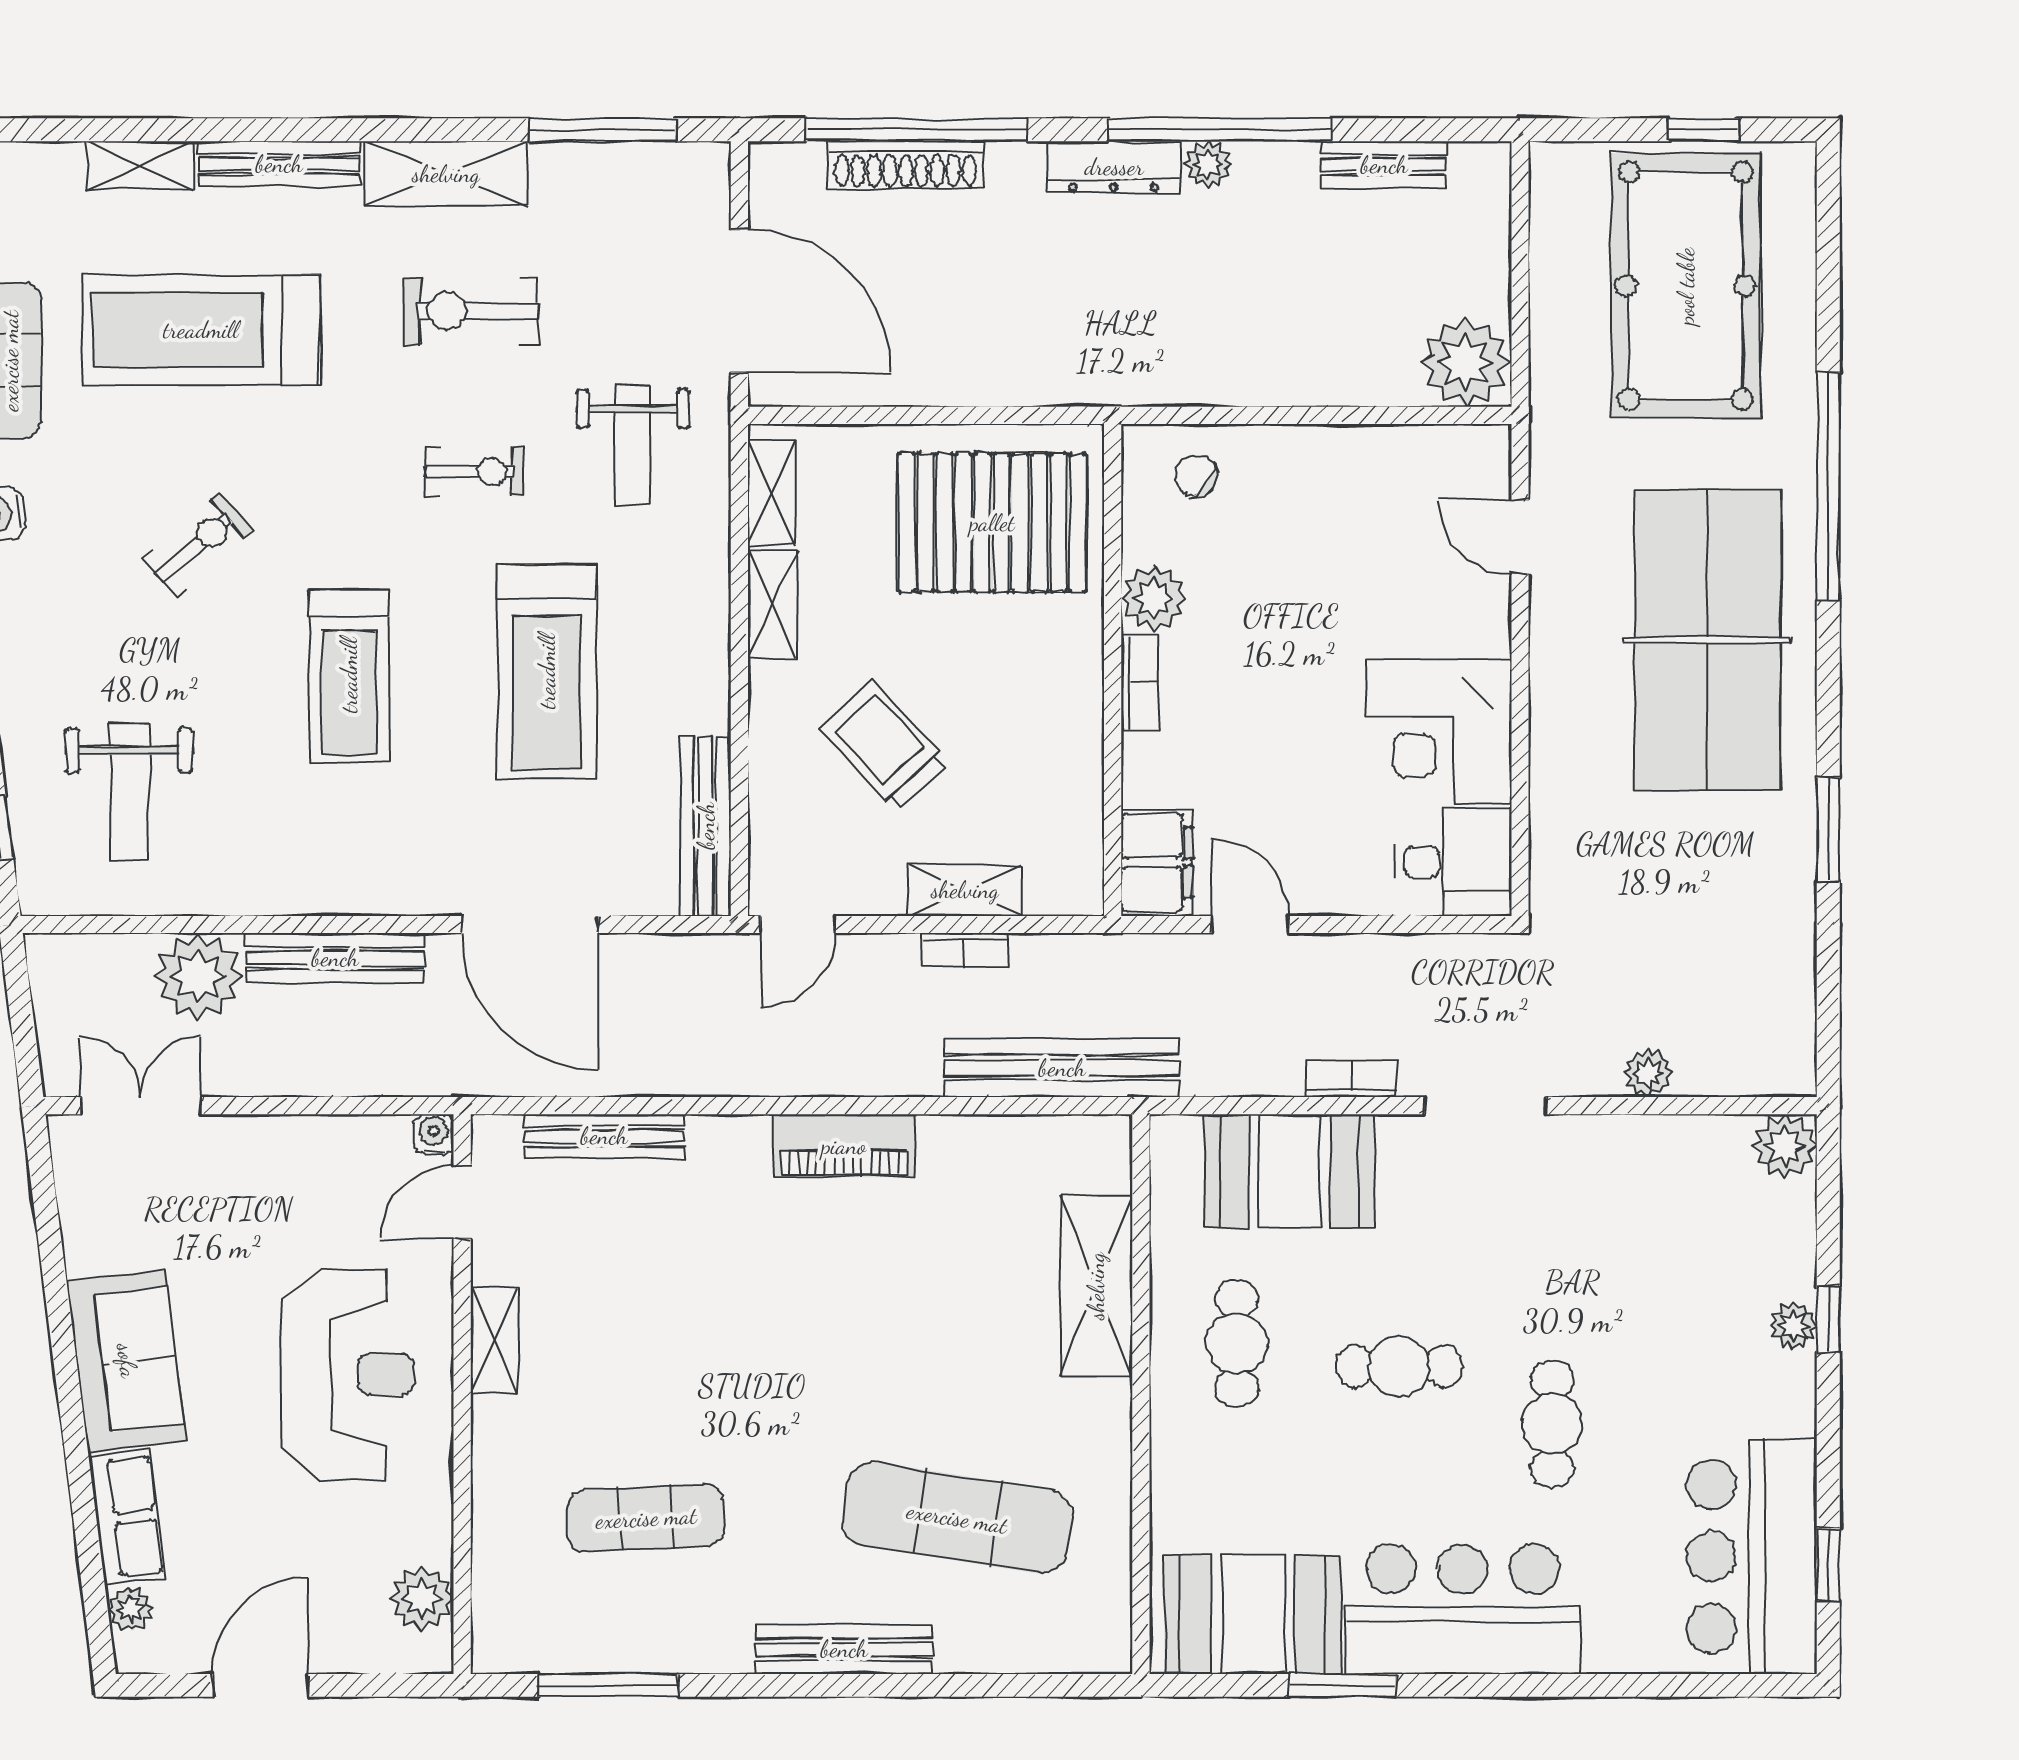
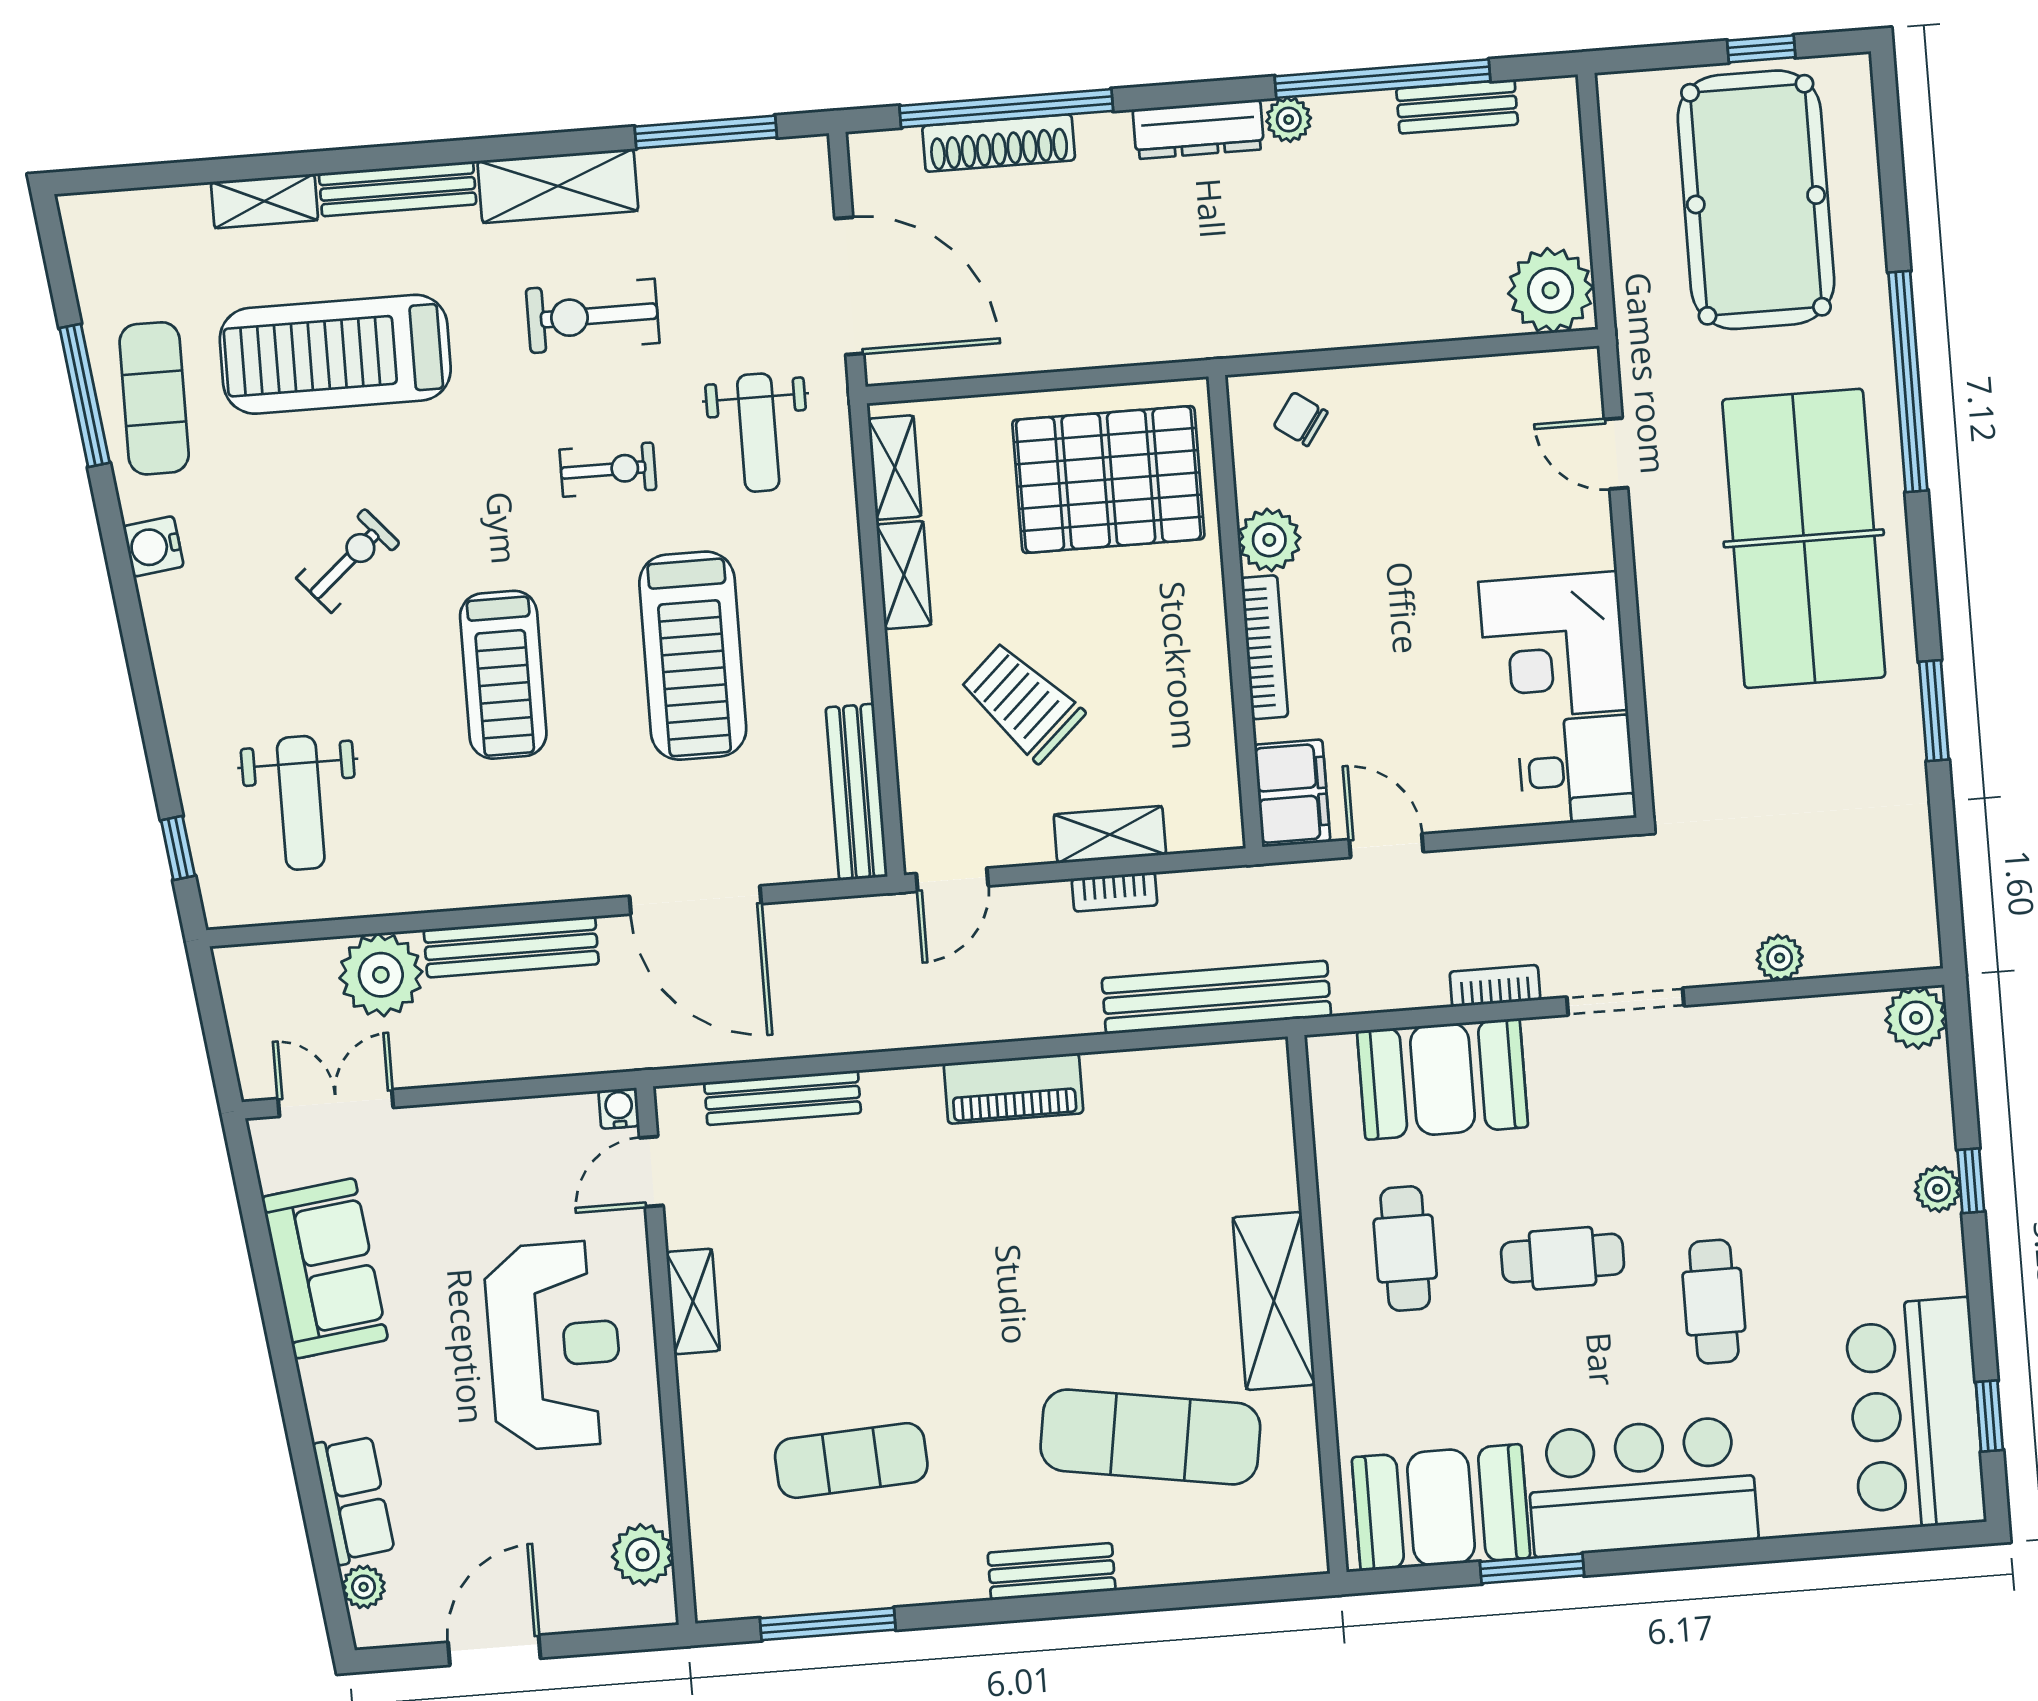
window: (1220, 130) -> (1383, 79), moved
bookcase: (1140, 683) -> (1264, 647), width x1.56
shelving: (1096, 1286) -> (1274, 1301), moved
sofa: (127, 1361) -> (325, 1268), moved
bench: (844, 1649) -> (1052, 1572), width x0.73

